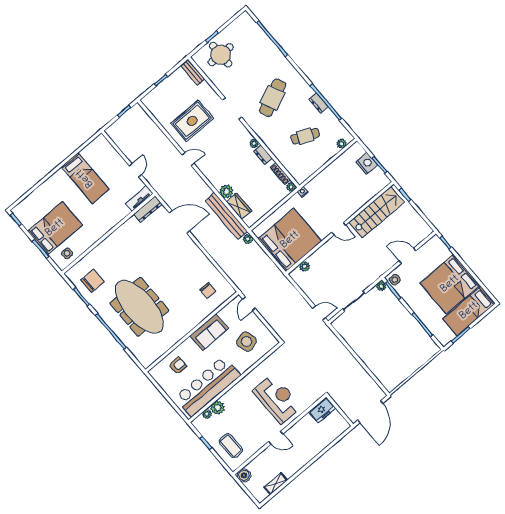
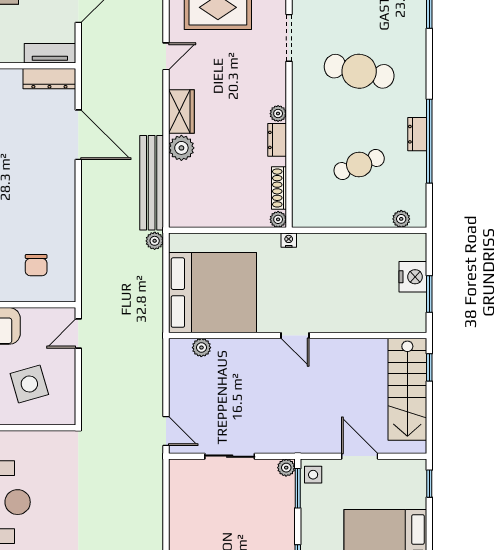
cafe table: (273, 98) -> (359, 71), turned 36
cafe table: (305, 136) -> (359, 165), turned -45
door: (188, 159) -> (166, 56), hinge flipped
wardrobe: (239, 206) -> (181, 112), moved
stairs: (376, 212) -> (407, 389), moved, turned 90

